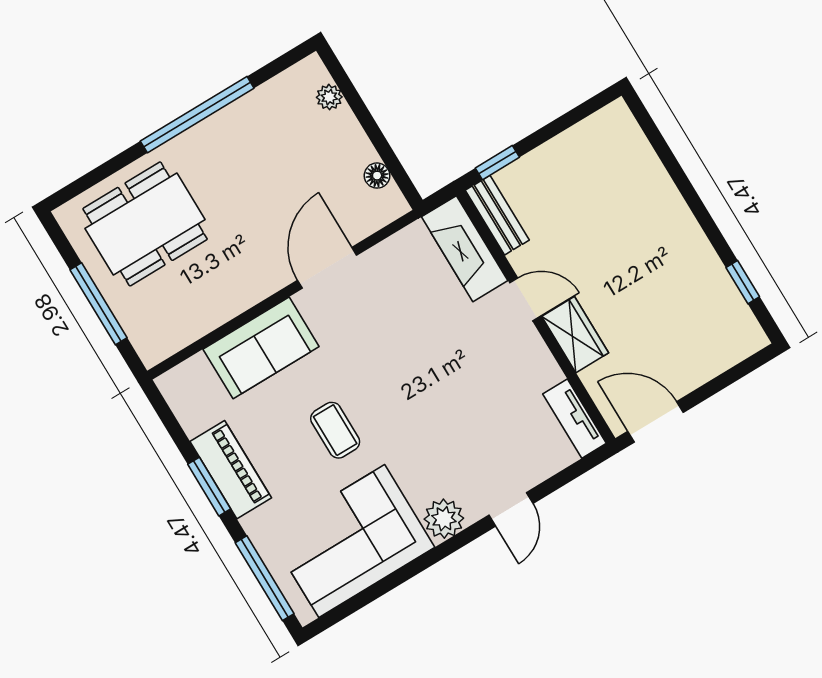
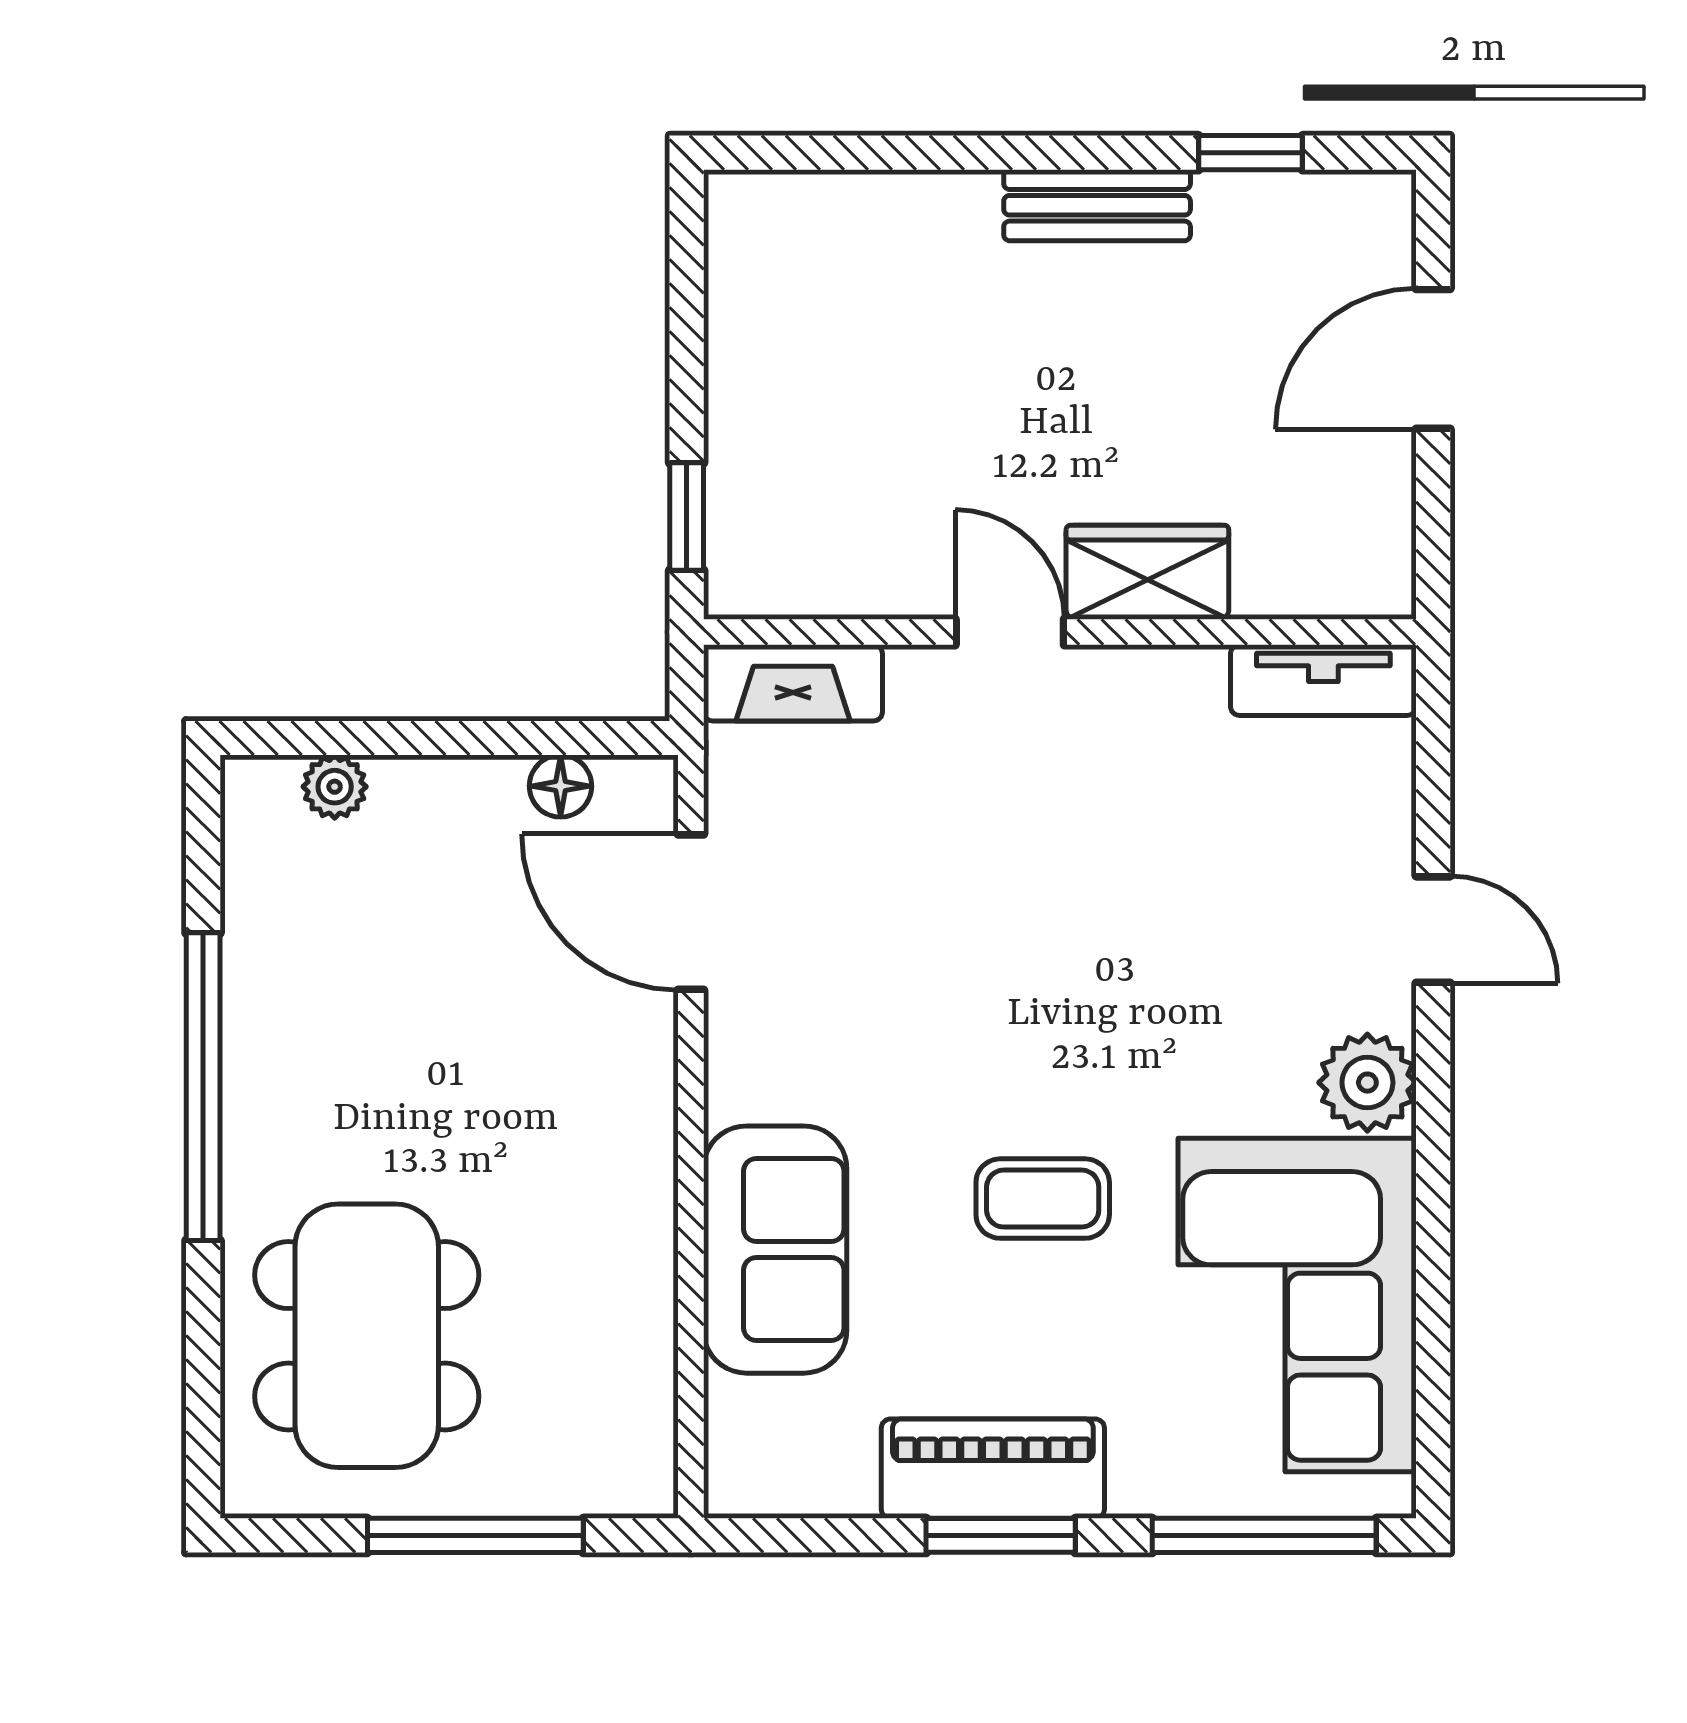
bench: (497, 215) -> (1097, 205), moved
fireplace: (465, 249) -> (793, 683), width x0.73, depth x0.76
door: (327, 268) -> (691, 912), moved
door: (525, 299) -> (1010, 632), hinge flipped
door: (655, 422) -> (1433, 359), moved

